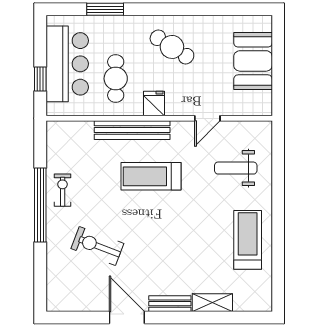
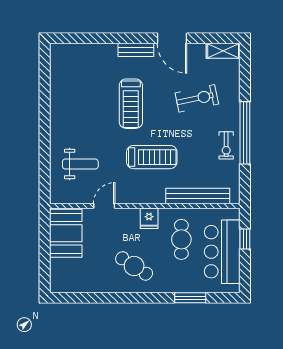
booth: (253, 61) -> (66, 233), moved
bench: (132, 130) -> (198, 196), moved
treadmill: (248, 240) -> (131, 104), moved
exercise bike: (97, 246) -> (197, 98), turned -33
shelving: (212, 303) -> (223, 51), moved

